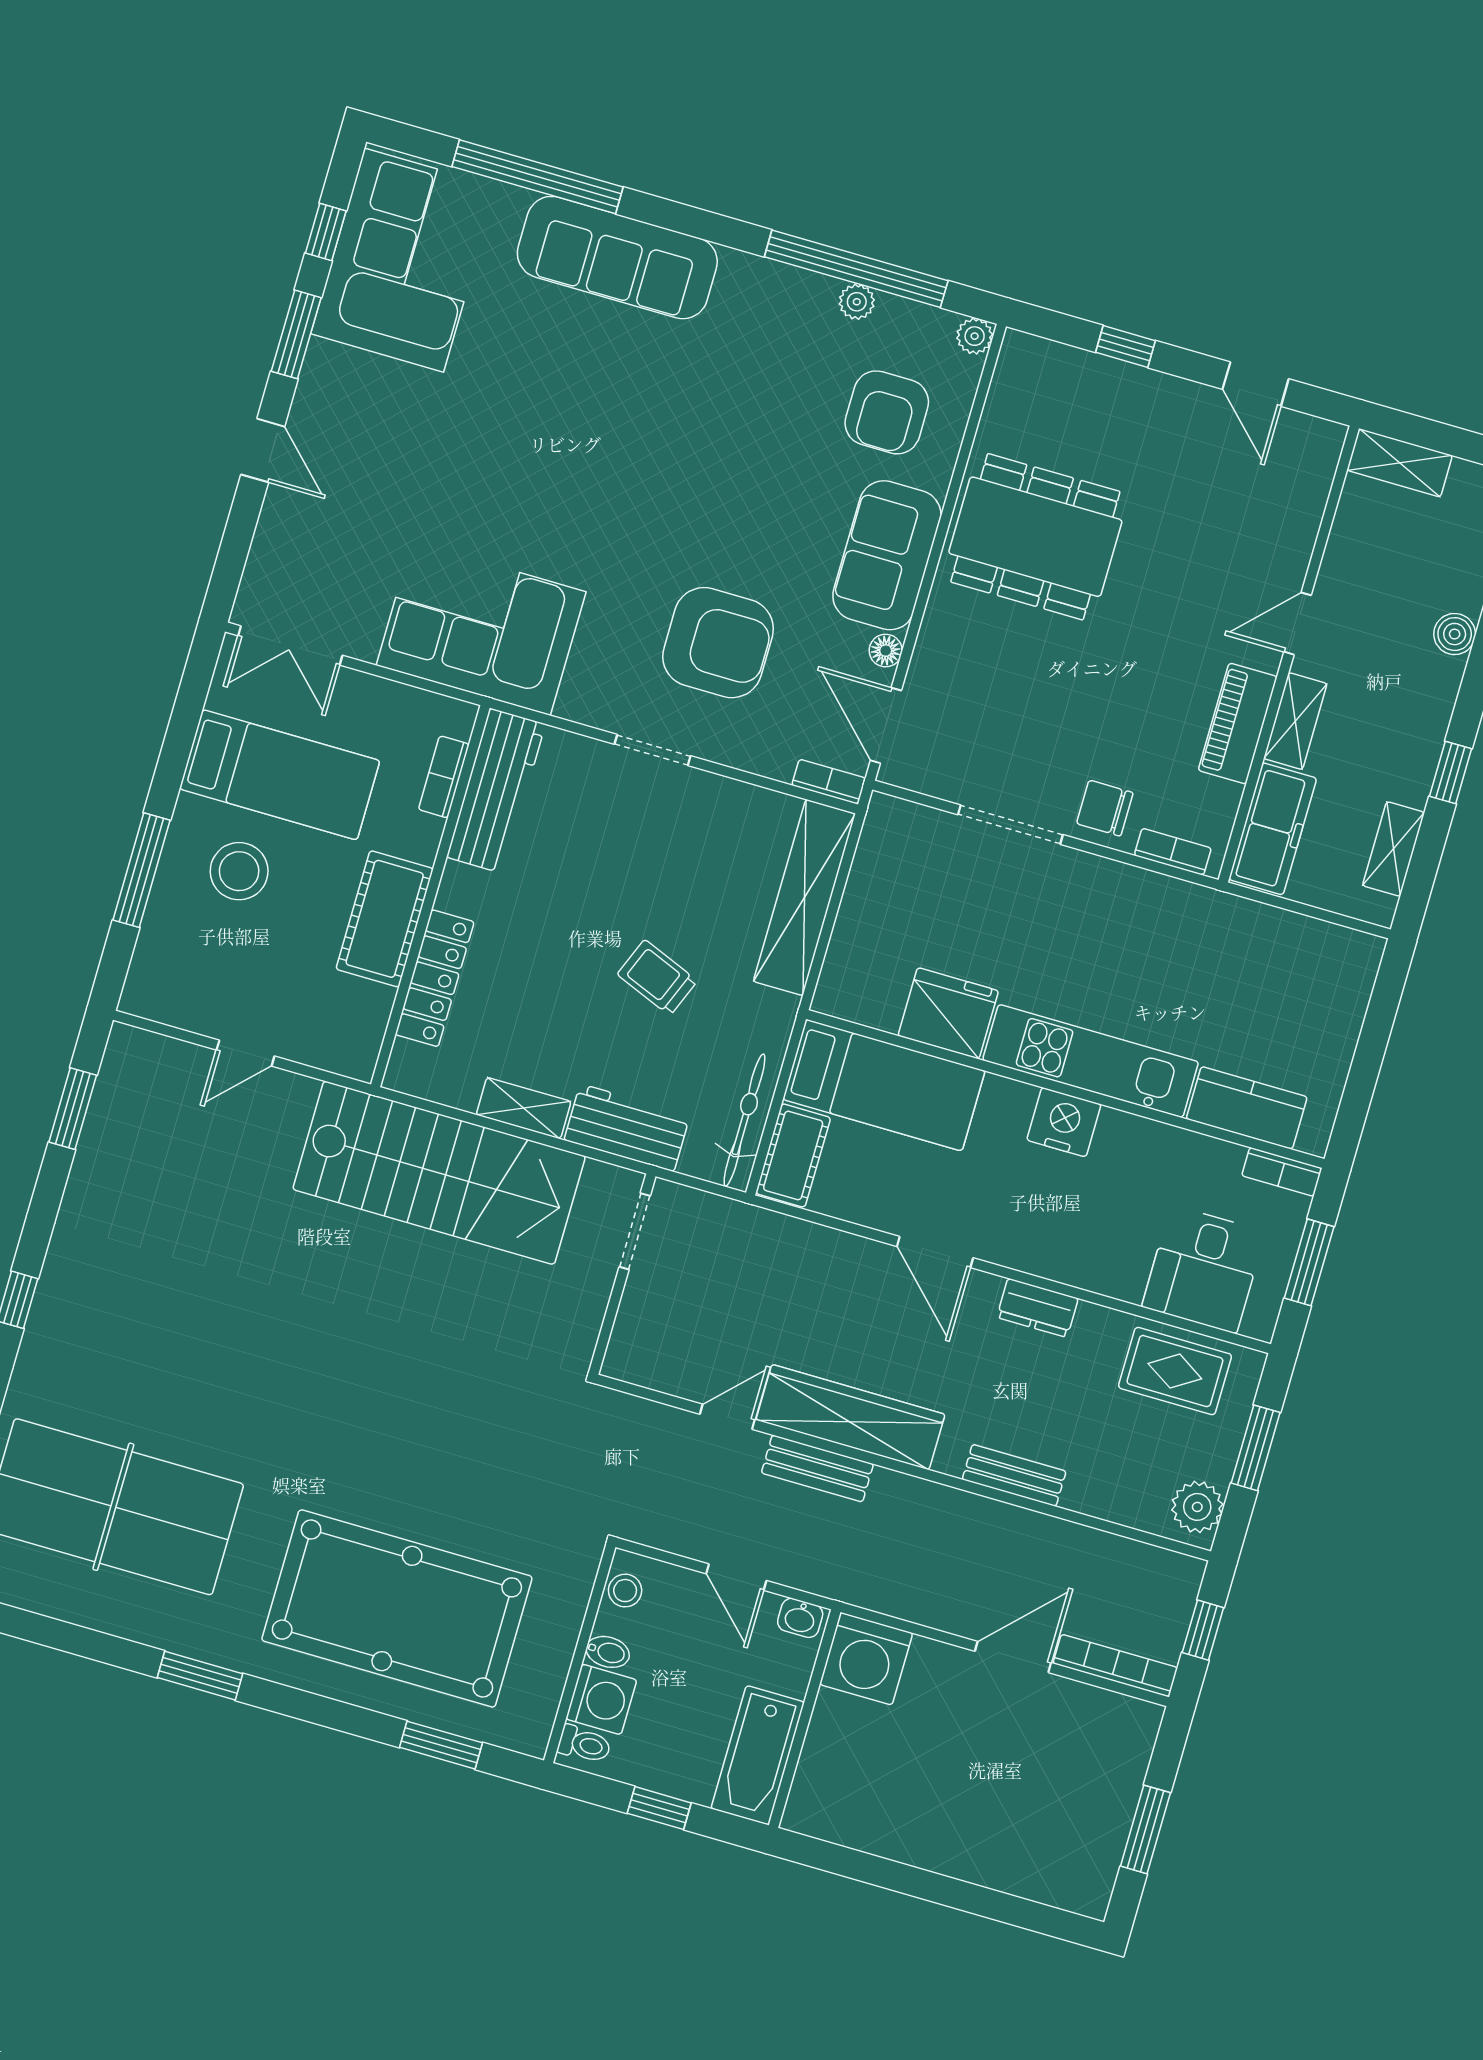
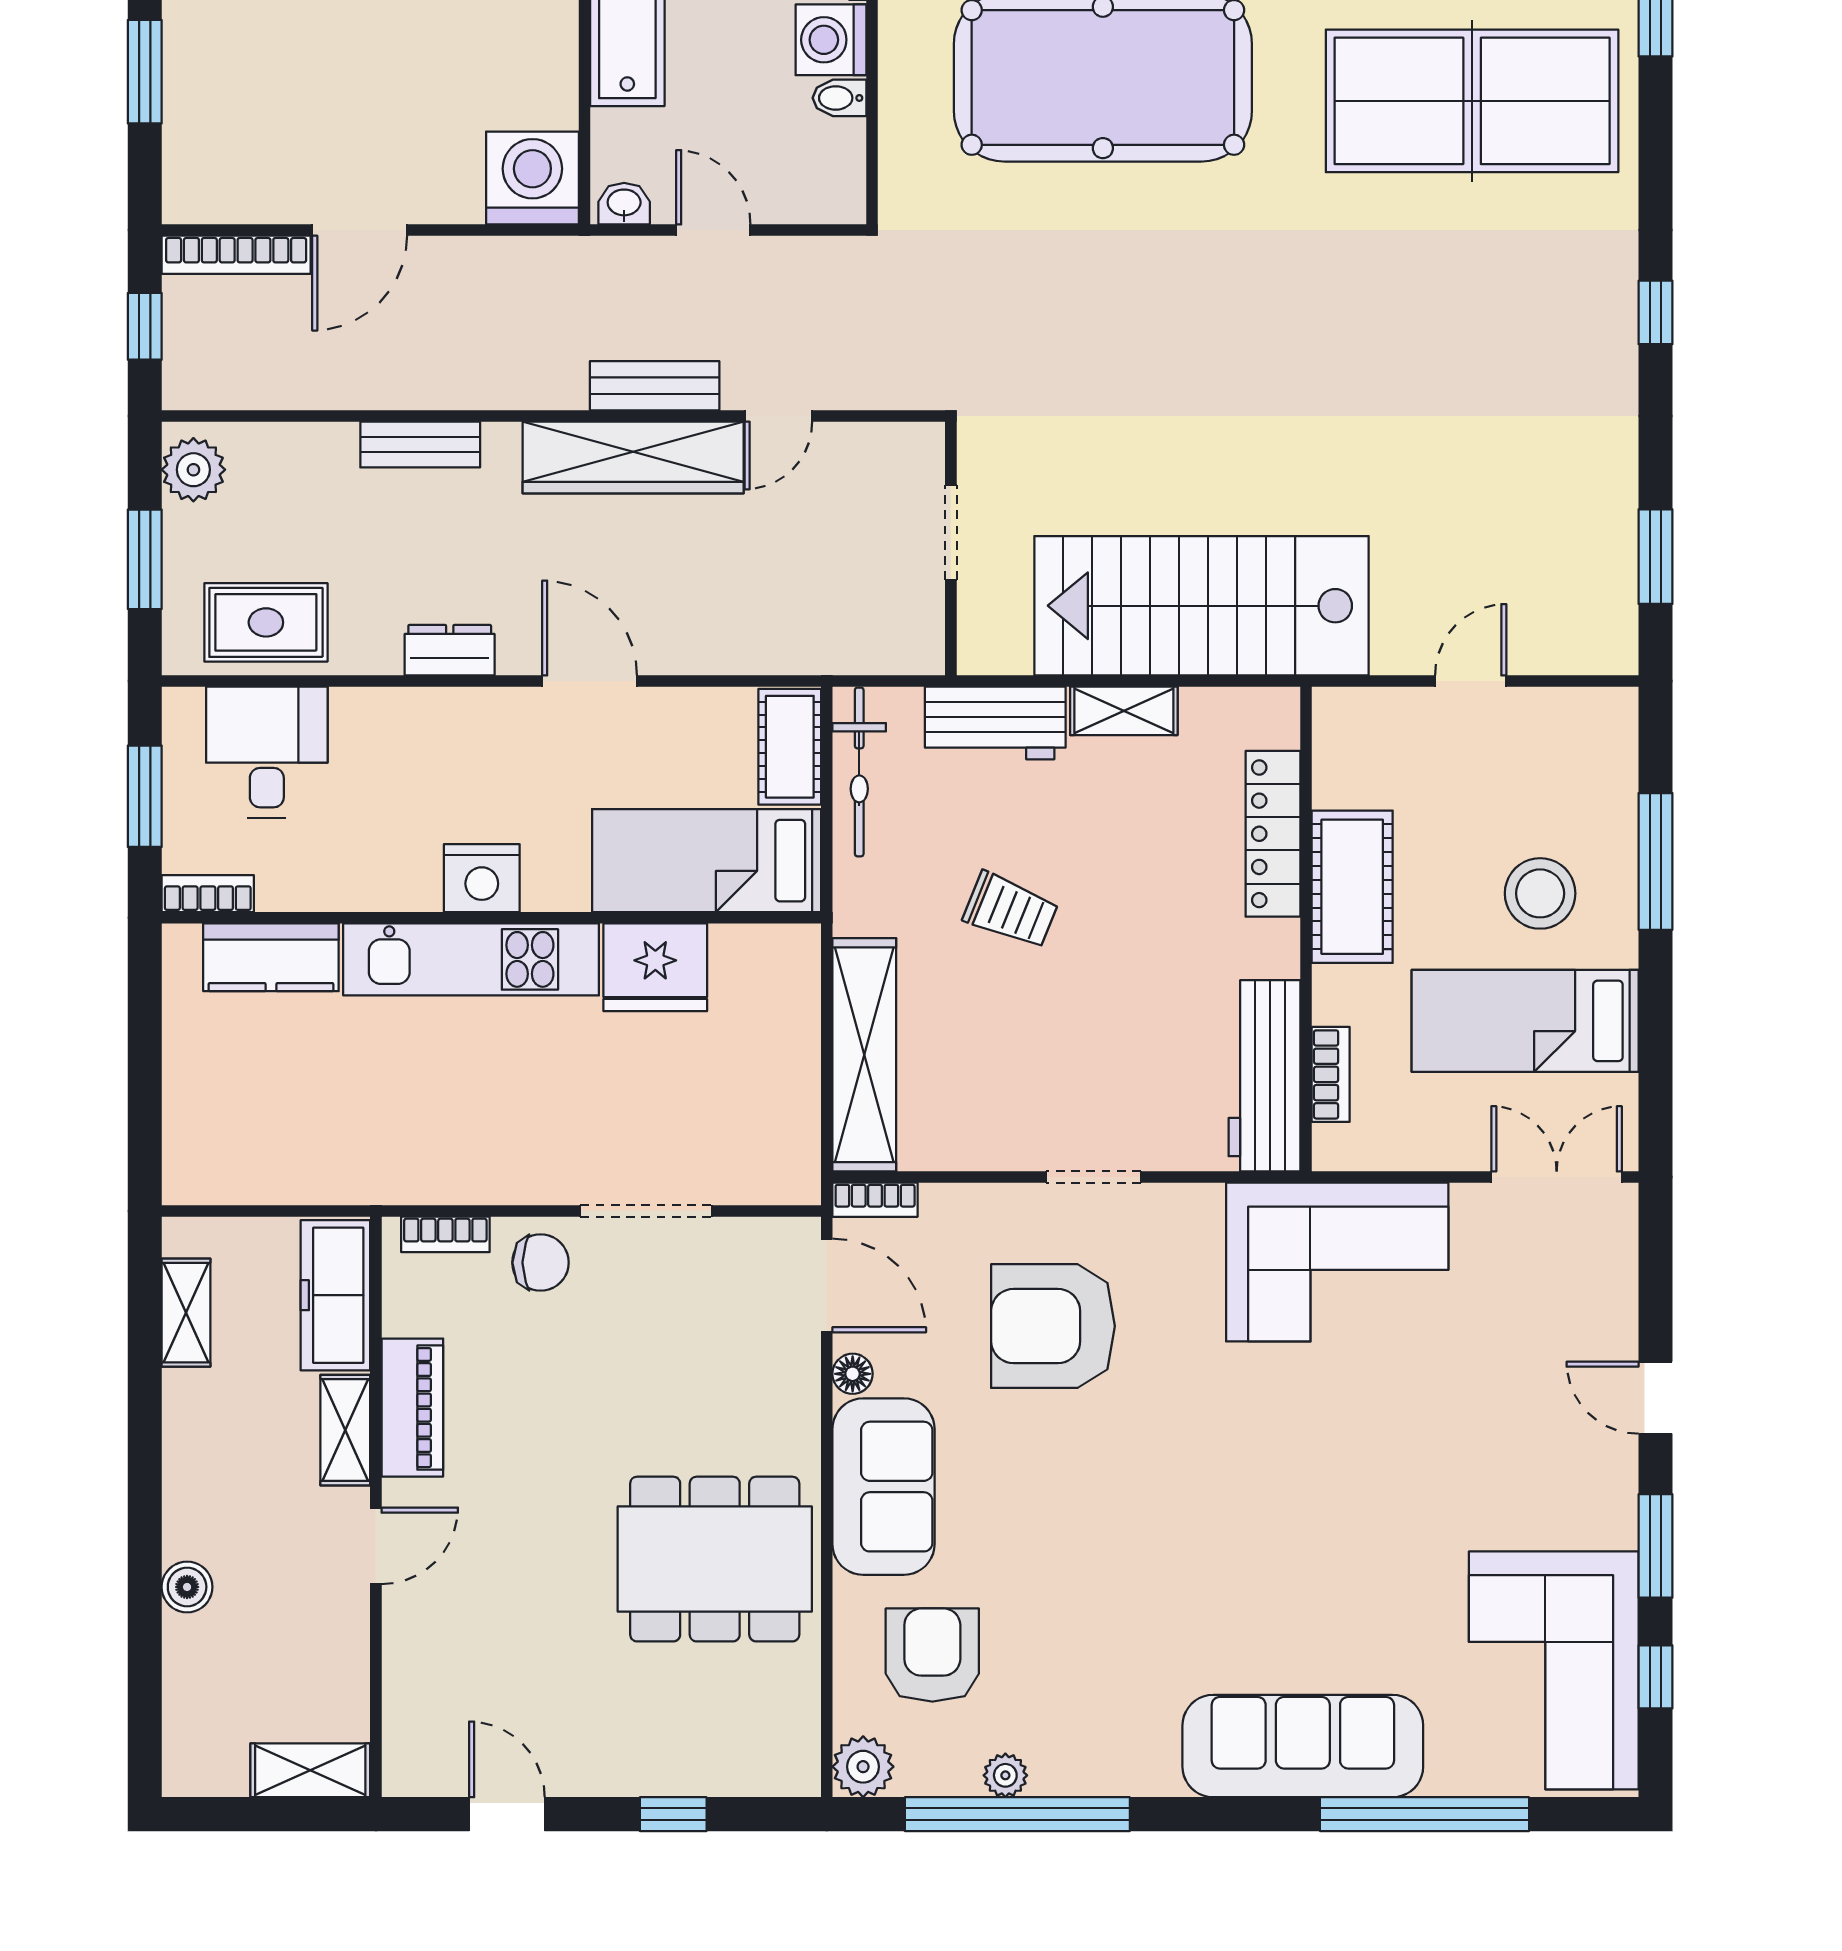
plant: (975, 336) -> (863, 1767), width x1.38, depth x1.38
window: (1450, 773) -> (145, 1422), removed
doorway: (635, 1231) -> (951, 533), moved
stool: (625, 1591) -> (840, 176), removed

